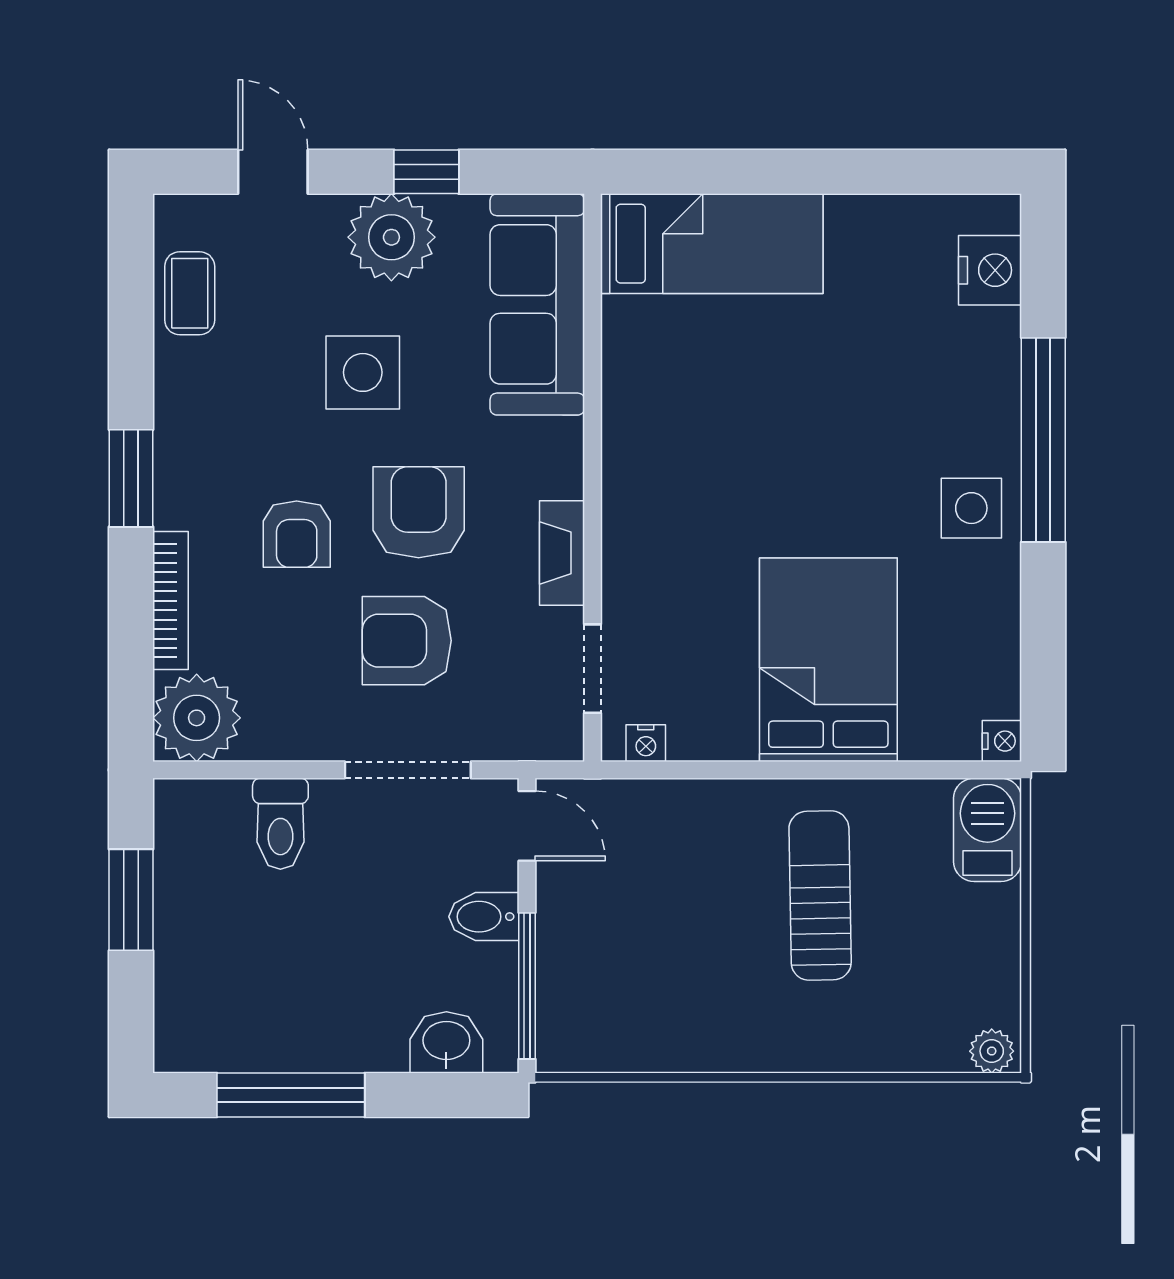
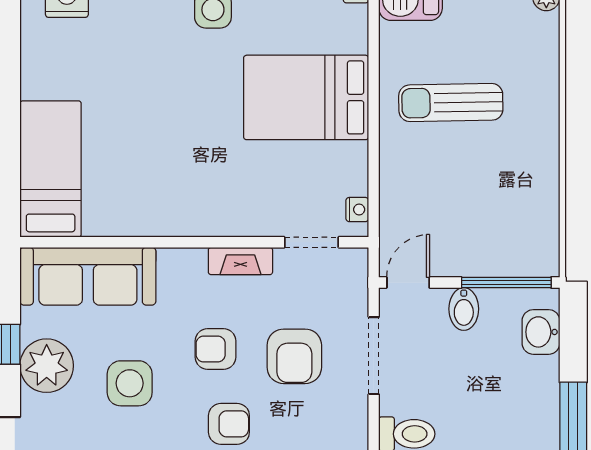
armchair: (419, 512) -> (215, 349), width x0.72, depth x0.72

